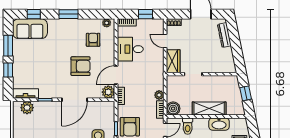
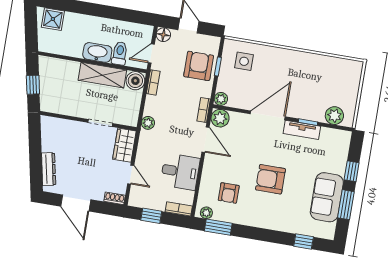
window: (68, 14) -> (218, 227), moved
sofa: (30, 29) -> (327, 197), moved, turned -90
armchair: (81, 66) -> (271, 179), moved
door: (116, 75) -> (205, 140), hinge flipped
tv unit: (25, 94) -> (302, 130), moved
plant: (159, 95) -> (148, 123), moved
plant: (110, 106) -> (221, 99), added
shelving: (209, 109) -> (102, 75), moved
washbasin: (219, 124) -> (97, 52), moved

